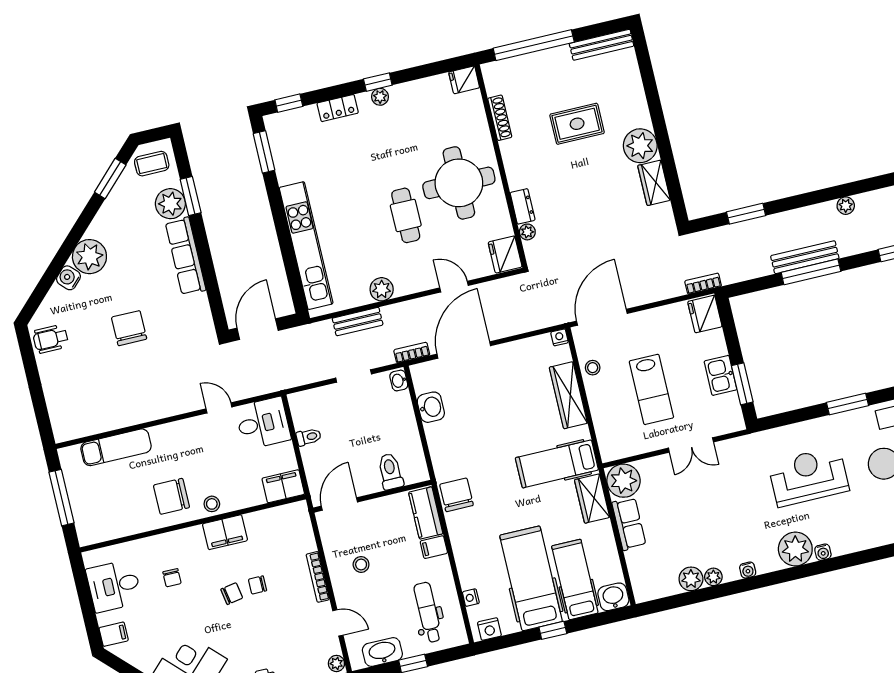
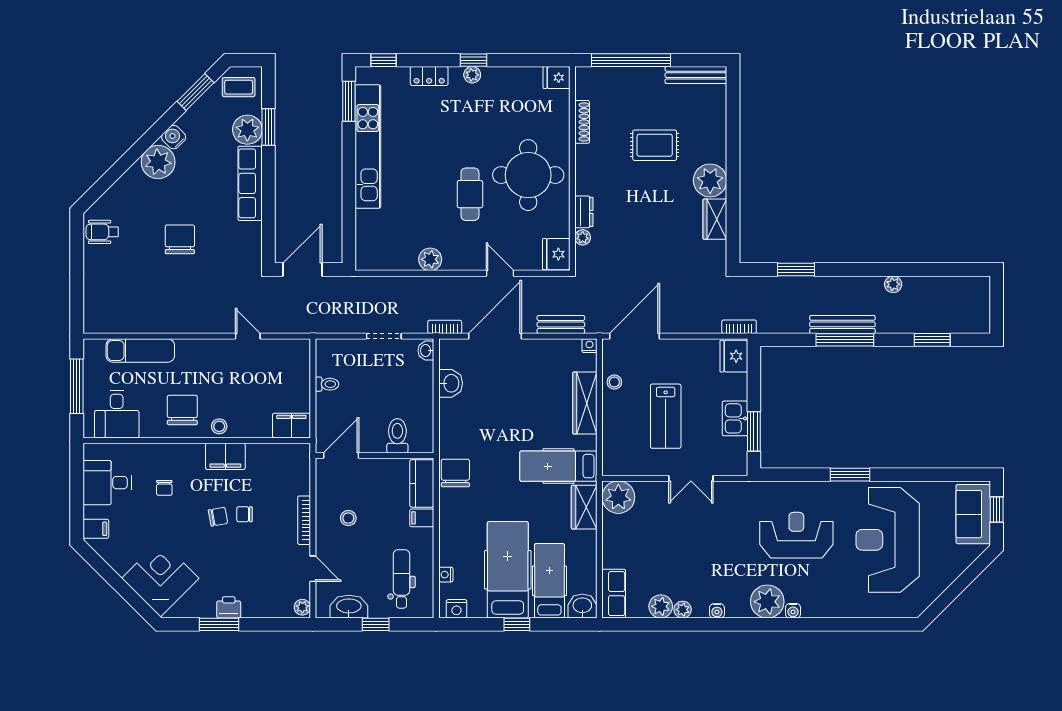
kitchen unit: (306, 246) -> (368, 147), moved
water cooler: (68, 278) -> (174, 137), moved
bench: (358, 322) -> (561, 324), moved
desk: (263, 423) -> (117, 414), moved, turned 90
chair: (171, 496) -> (182, 410), turned 90
row of seats: (629, 524) -> (614, 594), moved

